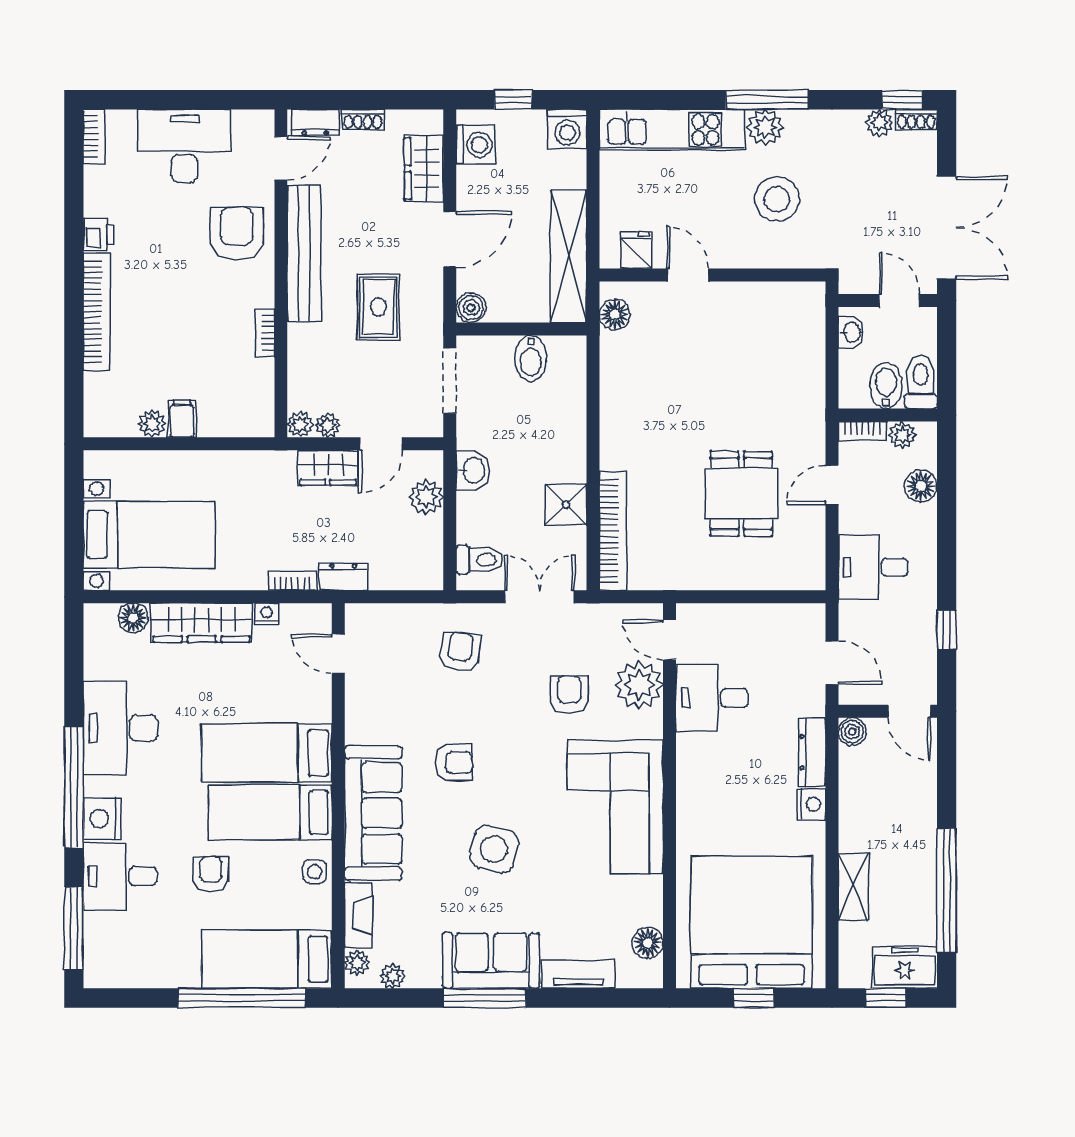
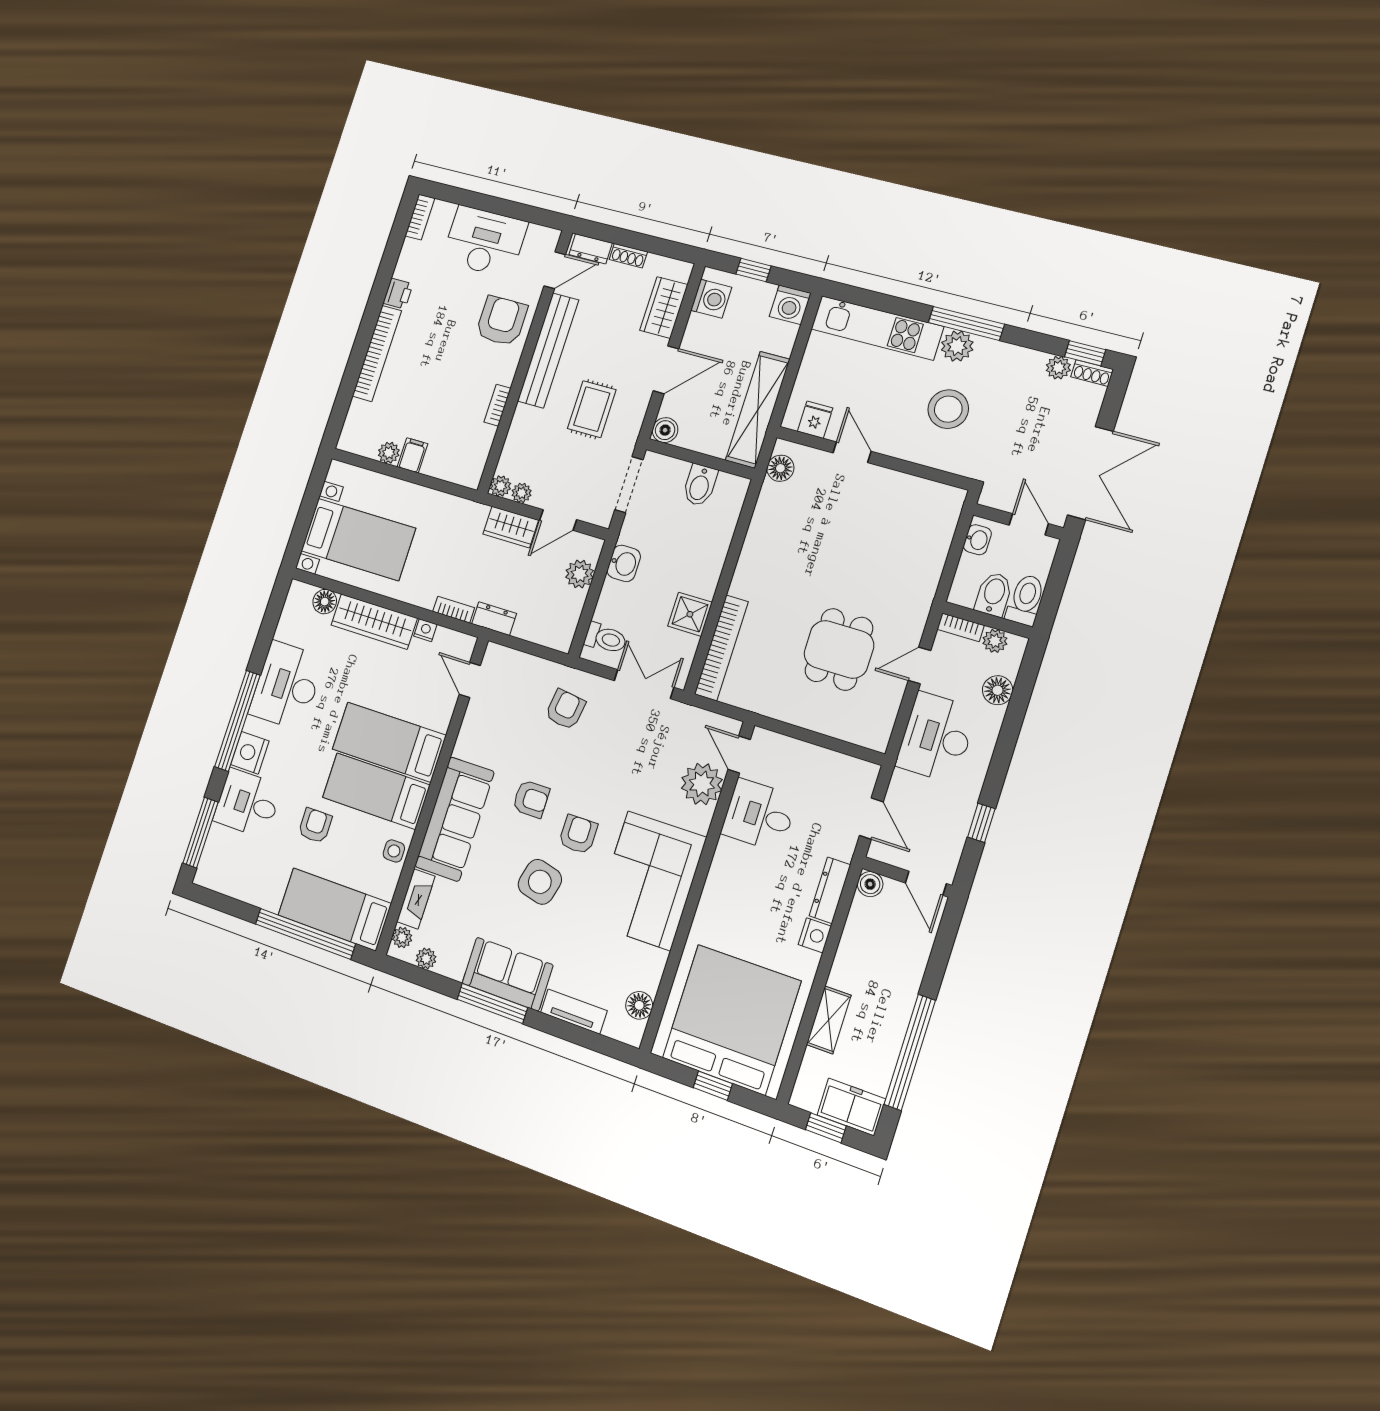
desk: (873, 567) -> (936, 737), width x1.37
armchair: (569, 695) -> (578, 834), moved

